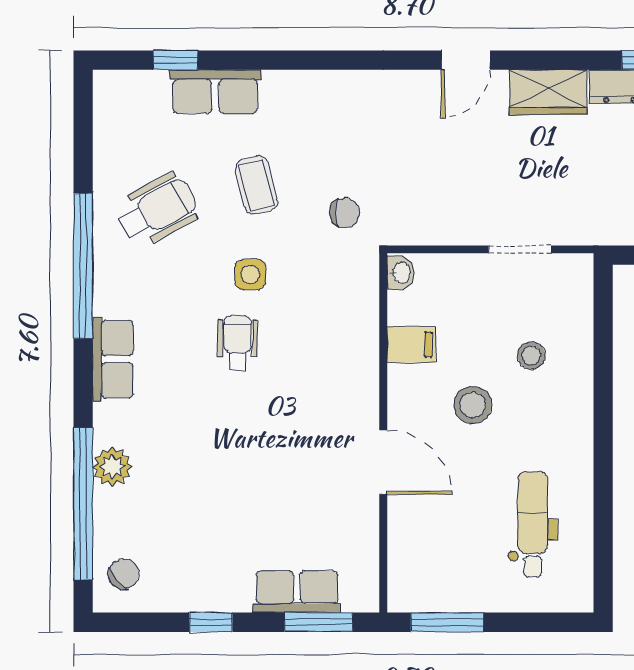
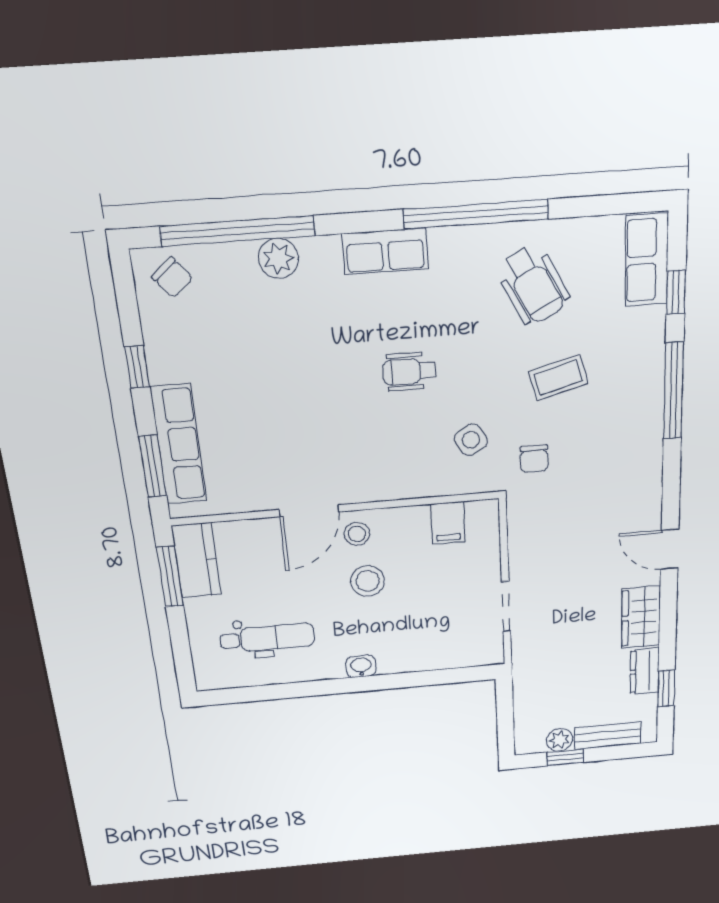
window: (281, 60) -> (673, 391), added
row of seats: (215, 92) -> (647, 260), moved
washbasin: (401, 273) -> (361, 666), moved, turned 180
side table: (250, 274) -> (471, 440), moved, turned -31
wheelchair: (238, 343) -> (409, 371), turned 180
filing cabinet: (411, 345) -> (448, 523), moved
stool: (531, 355) -> (357, 534), moved
kitchen counter: (430, 591) -> (196, 560), added
row of seats: (297, 592) -> (179, 445), width x1.48

